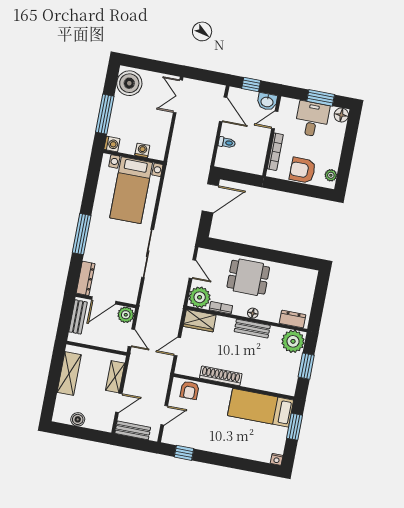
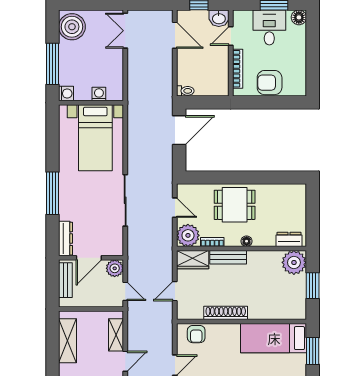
toilet: (227, 143) -> (185, 91), moved
plant: (331, 175) -> (300, 82), removed
bench: (252, 329) -> (228, 257), moved

